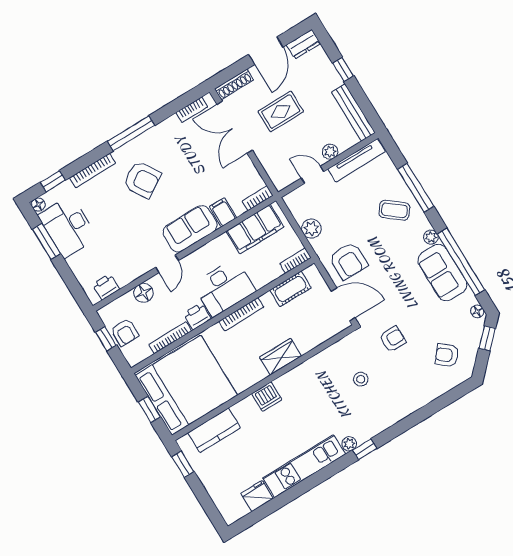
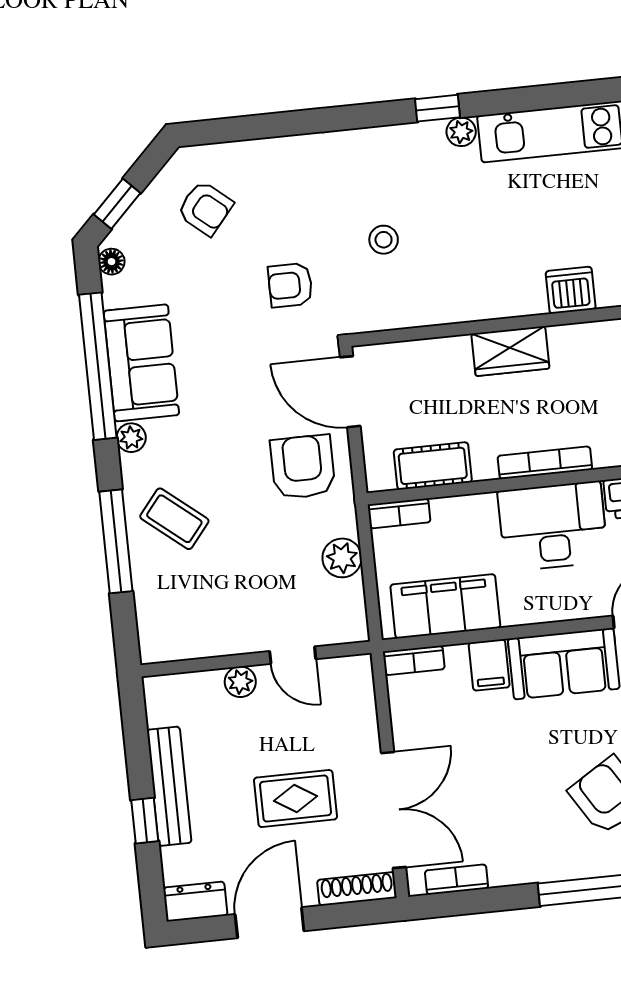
bench: (353, 112) -> (169, 786), moved
tv unit: (357, 160) -> (200, 643), removed

